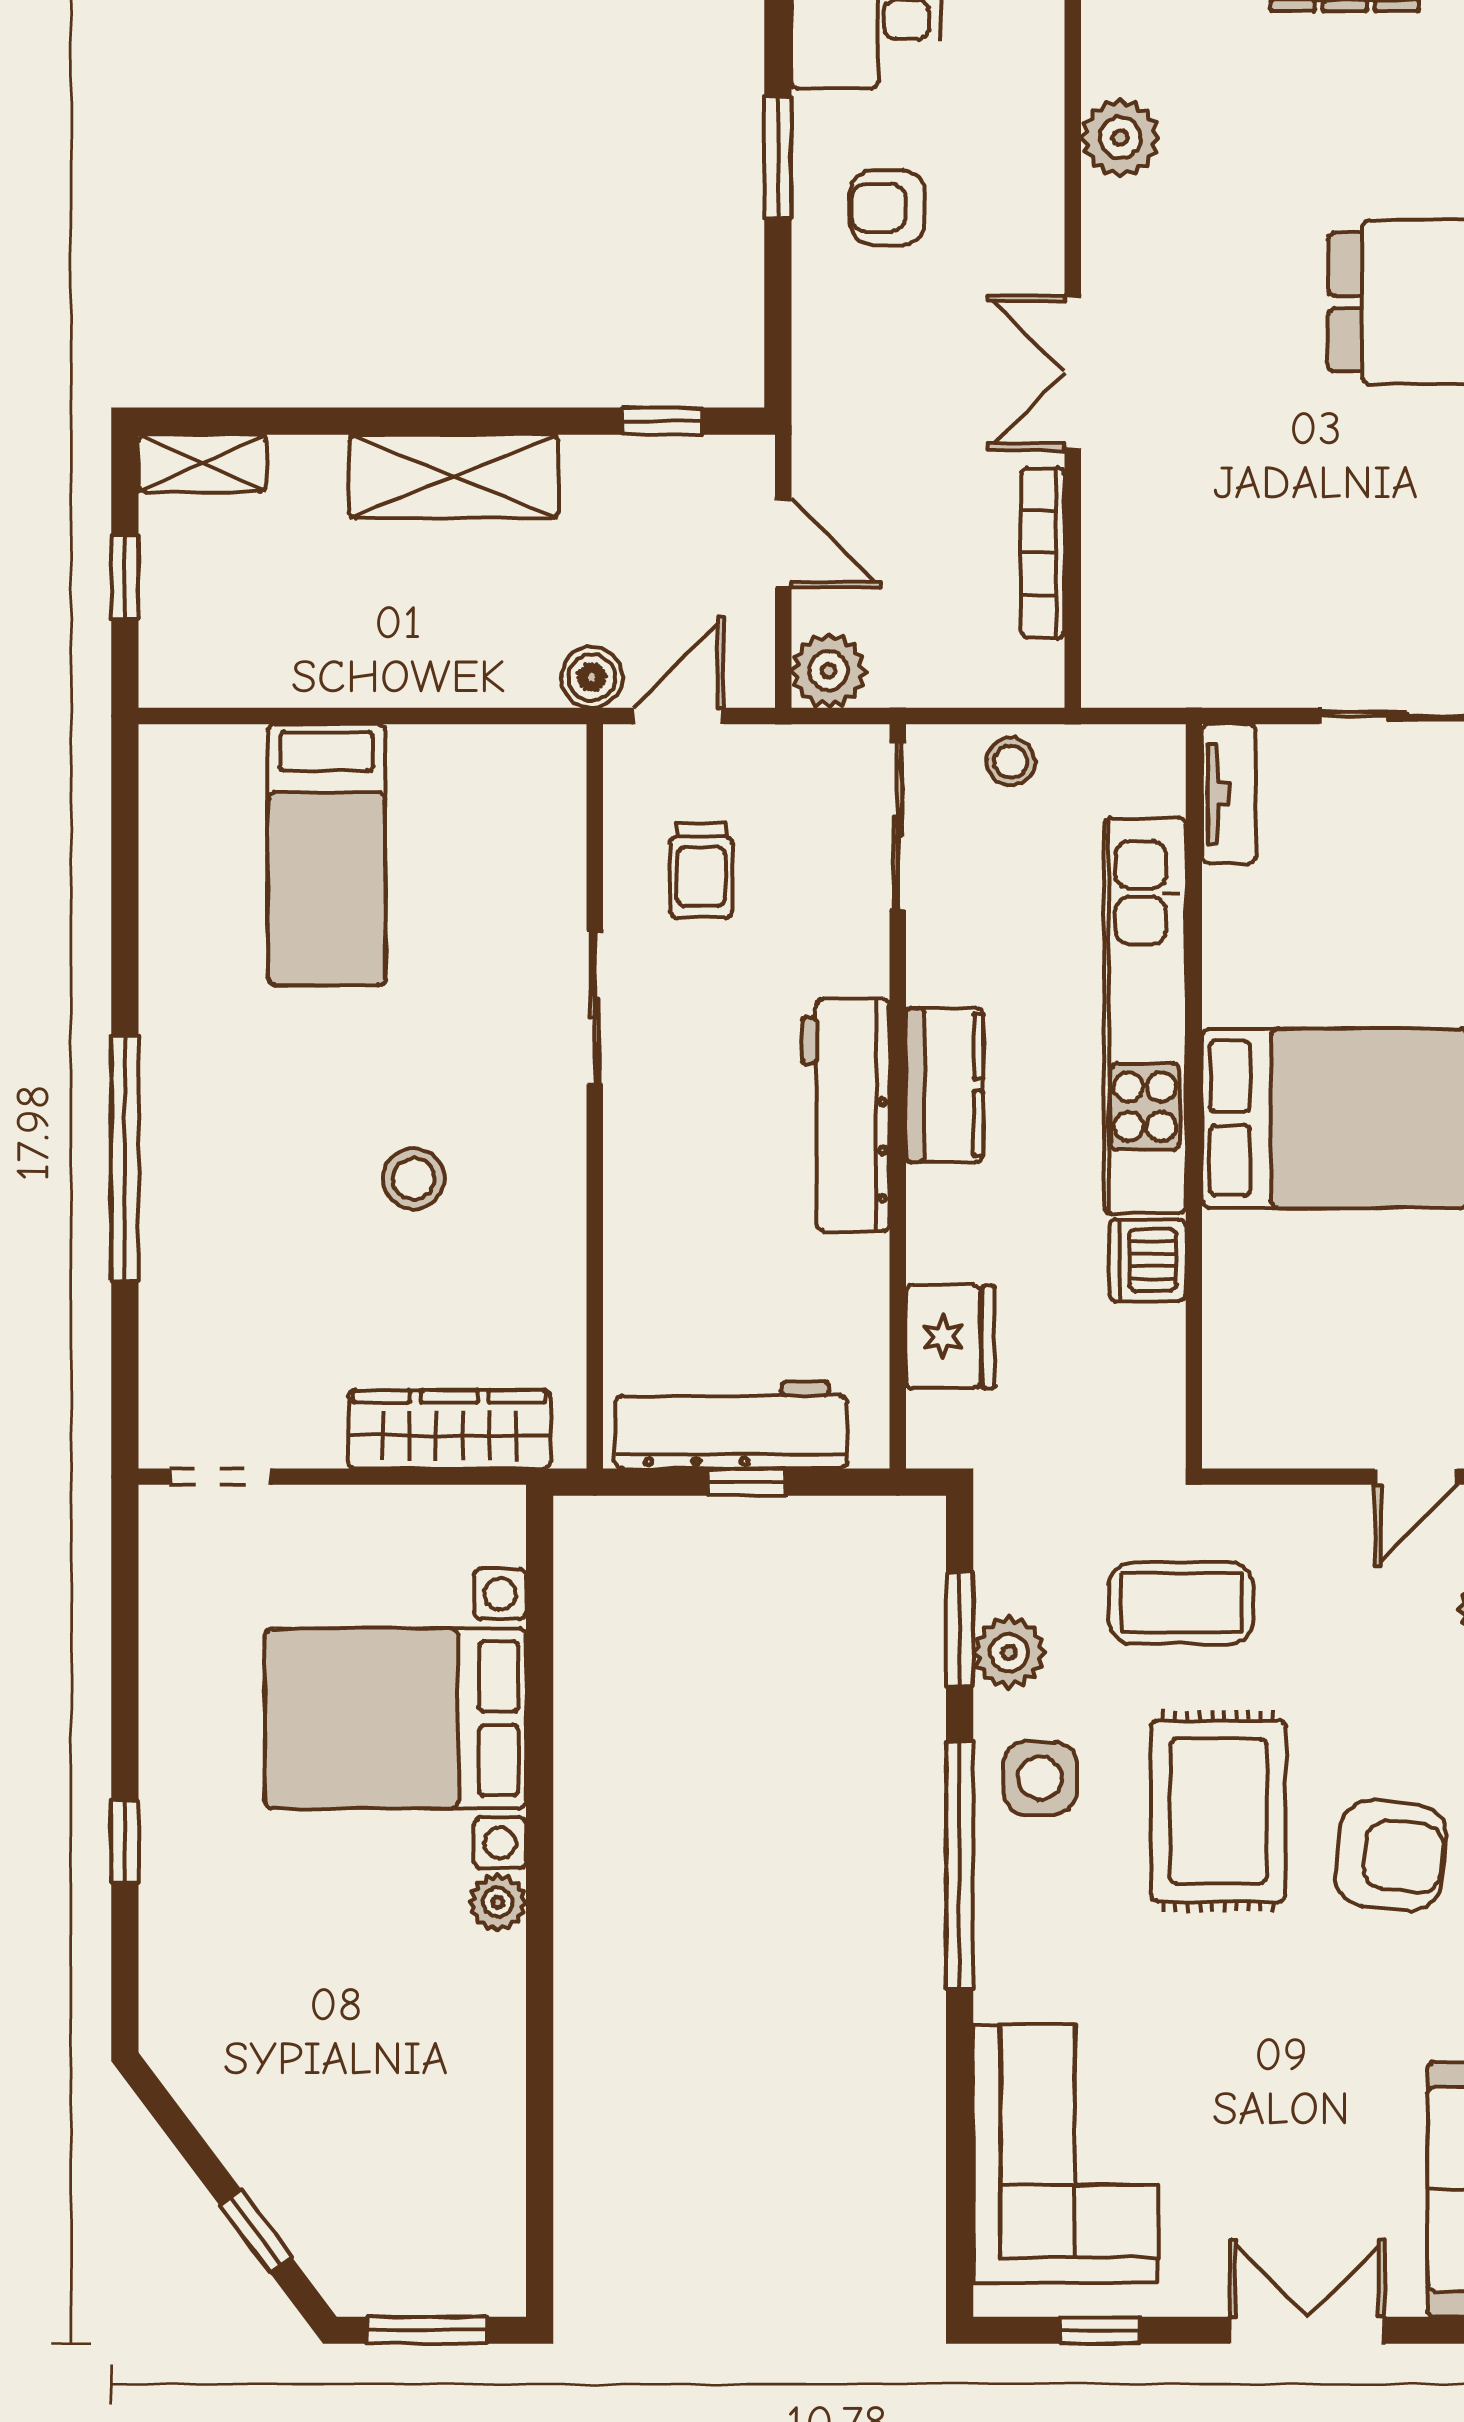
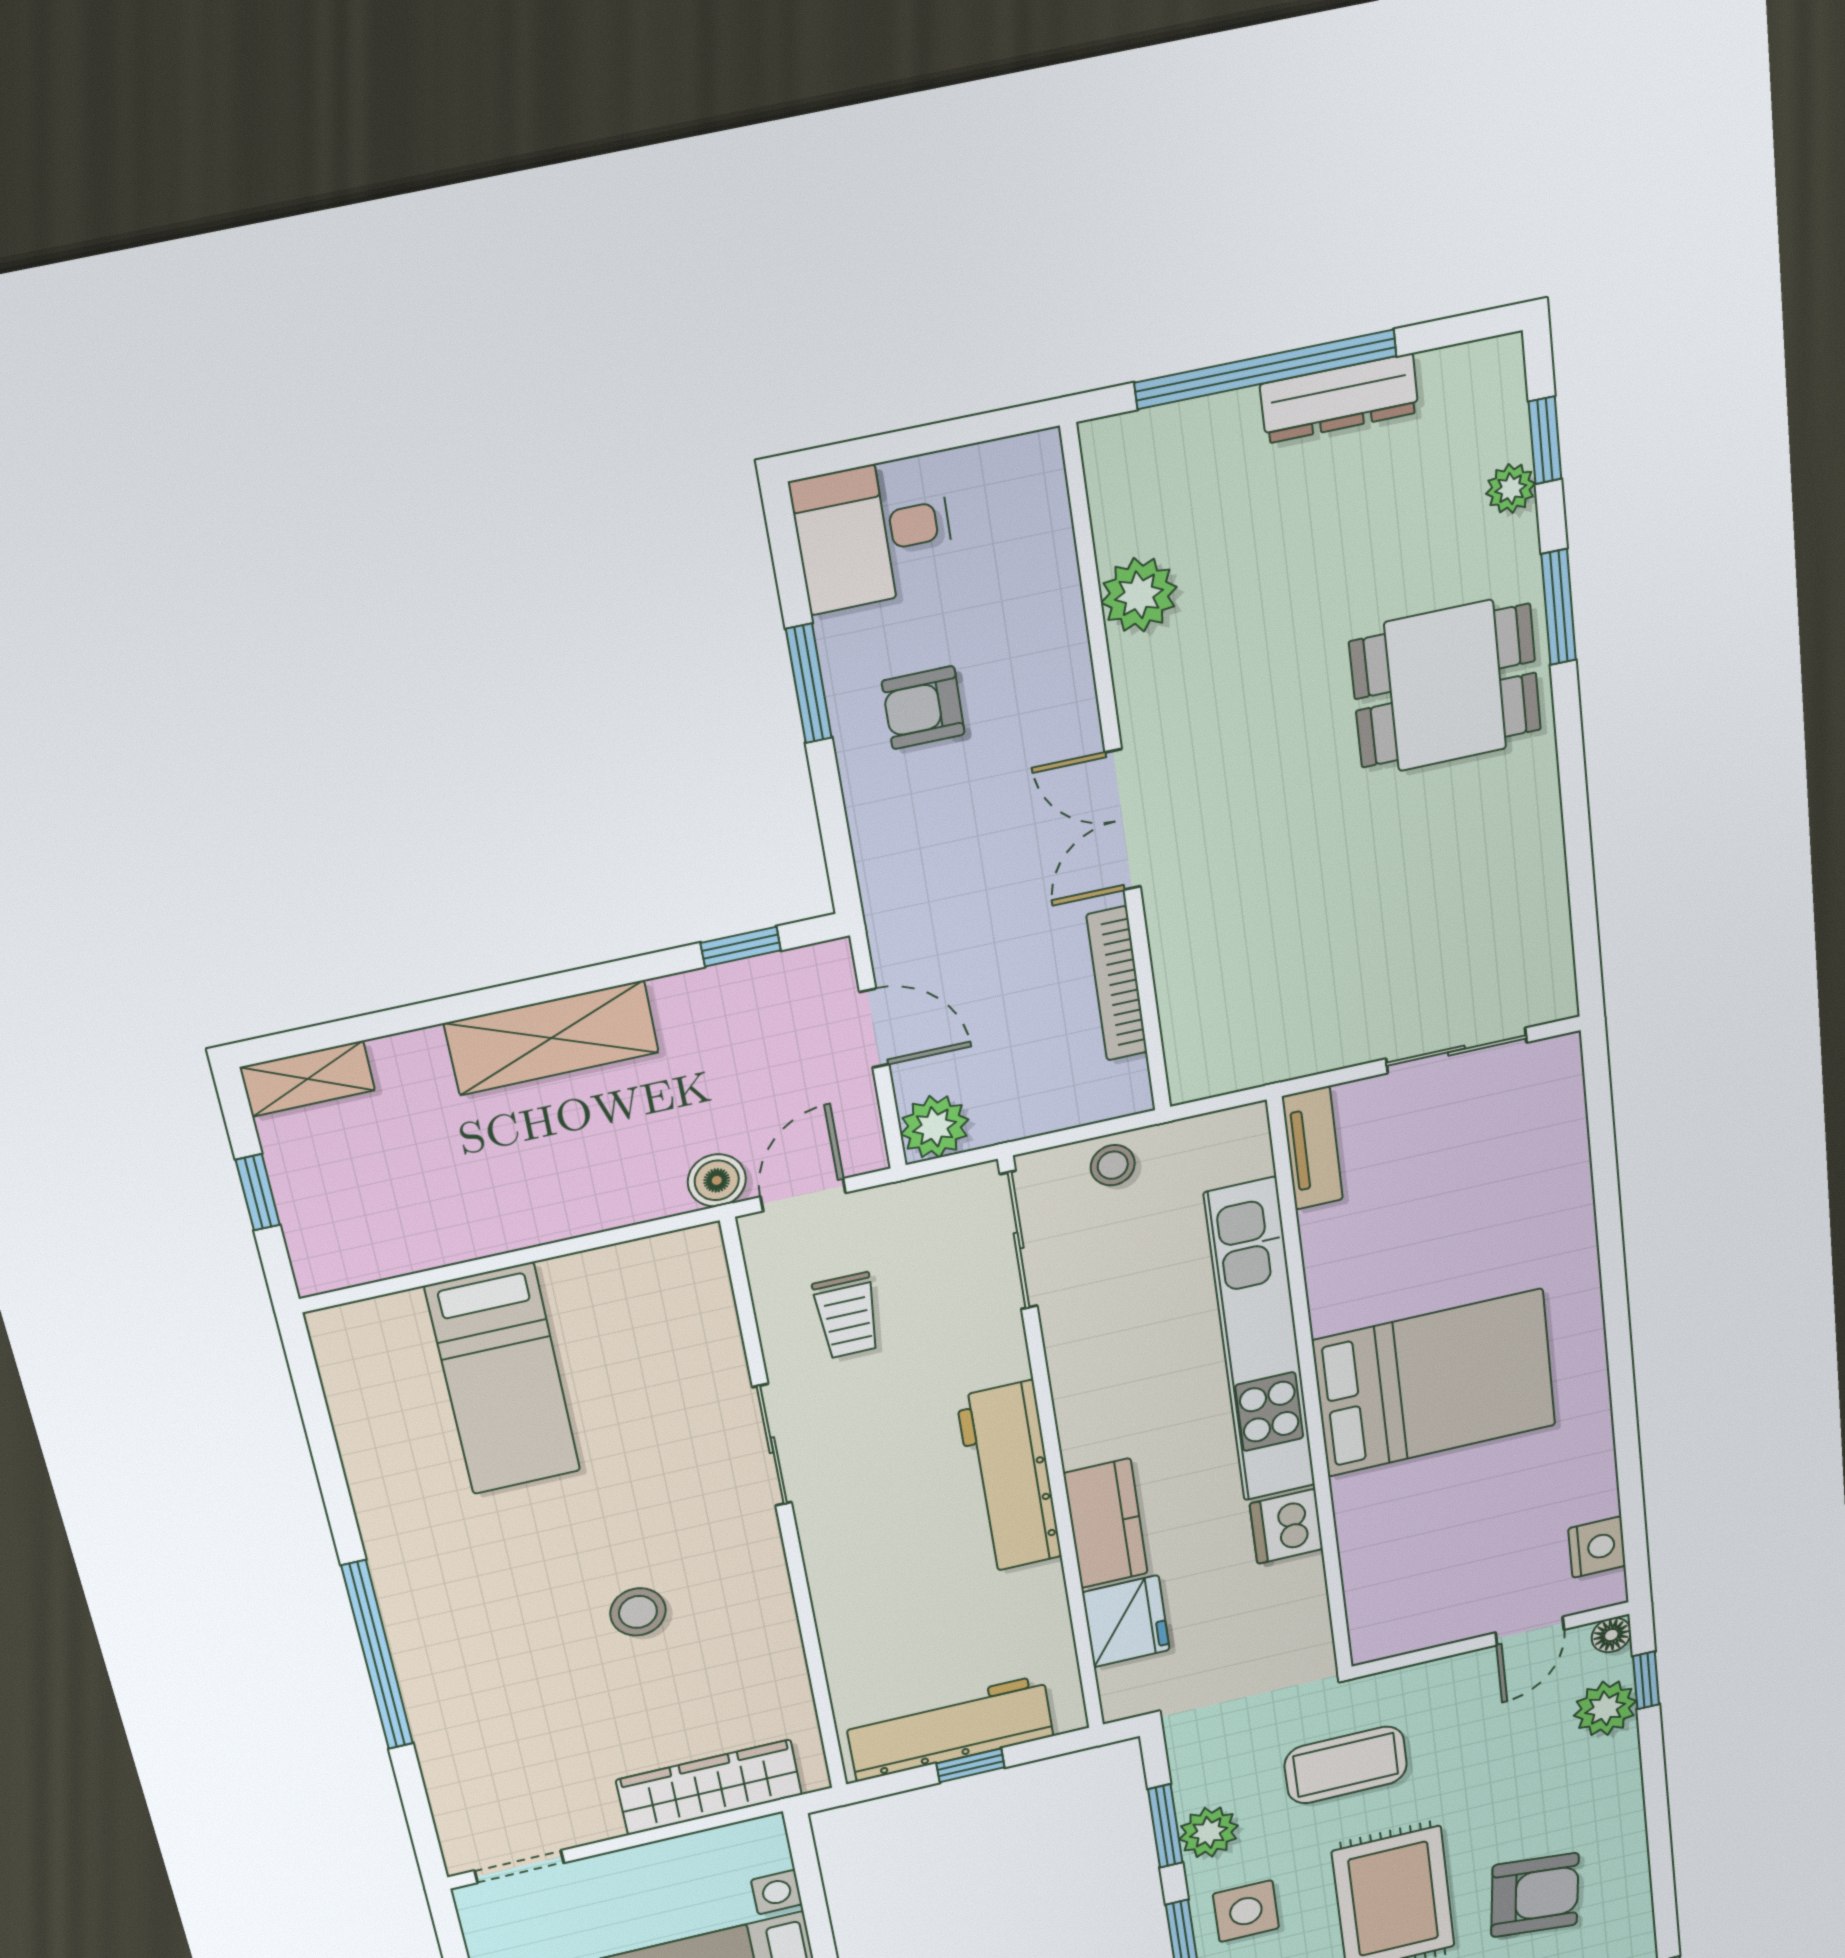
kitchen counter: (944, 1085) -> (1106, 1523), moved

